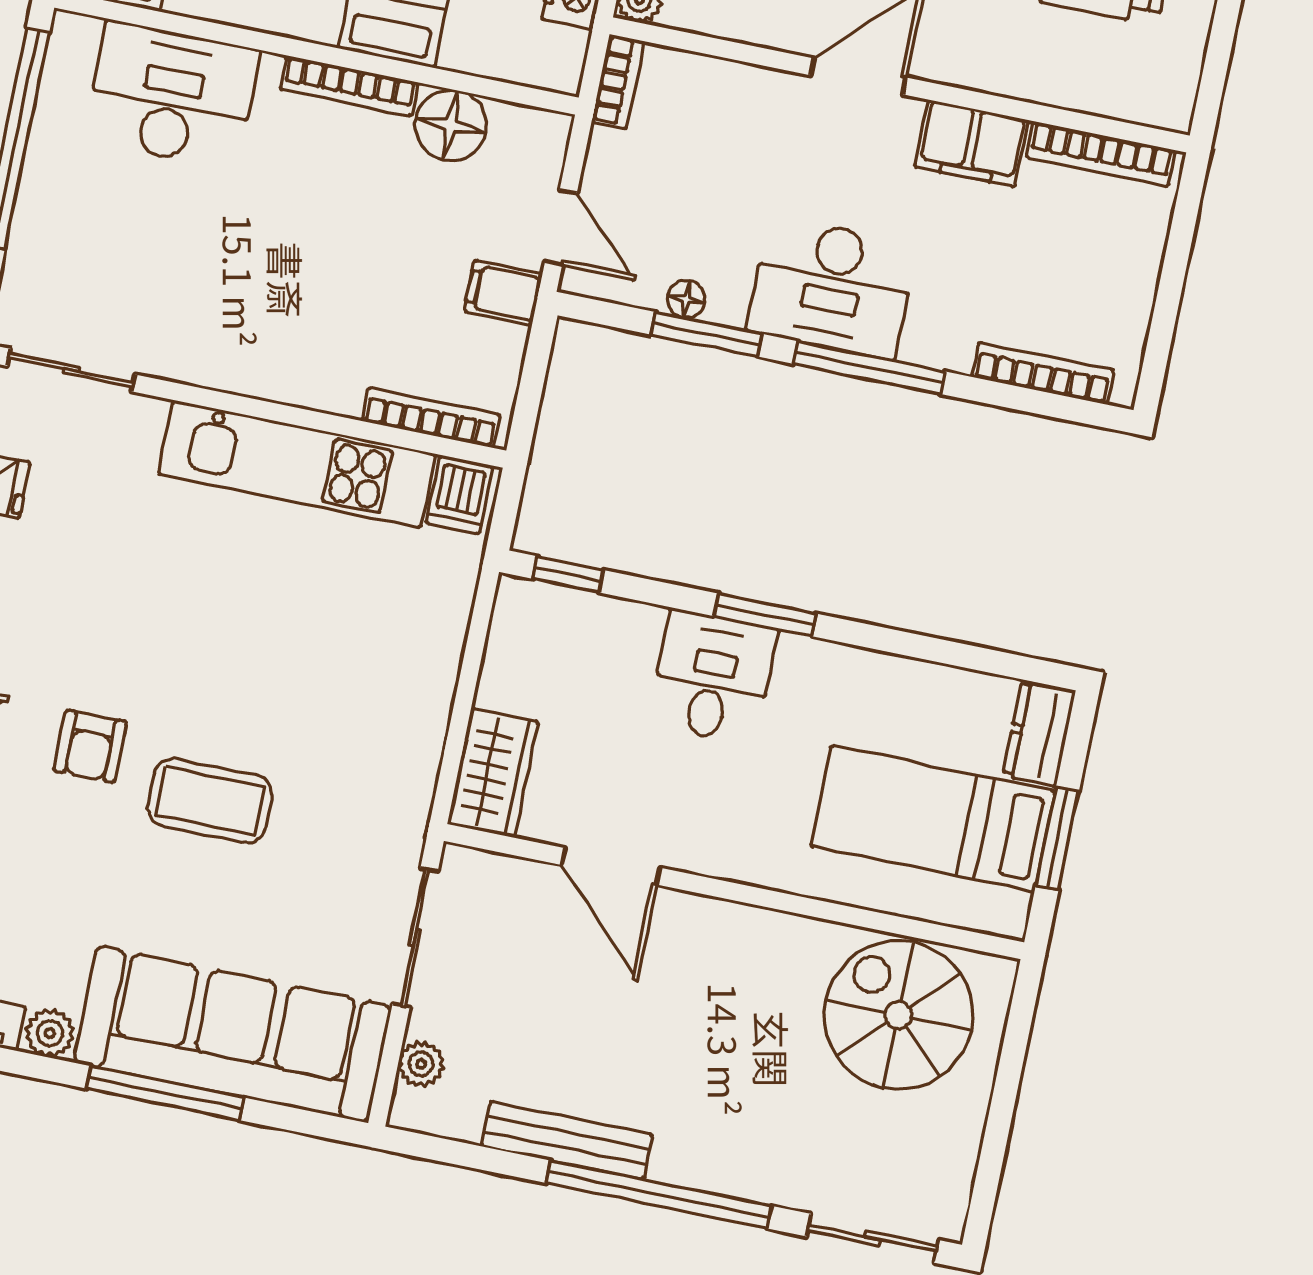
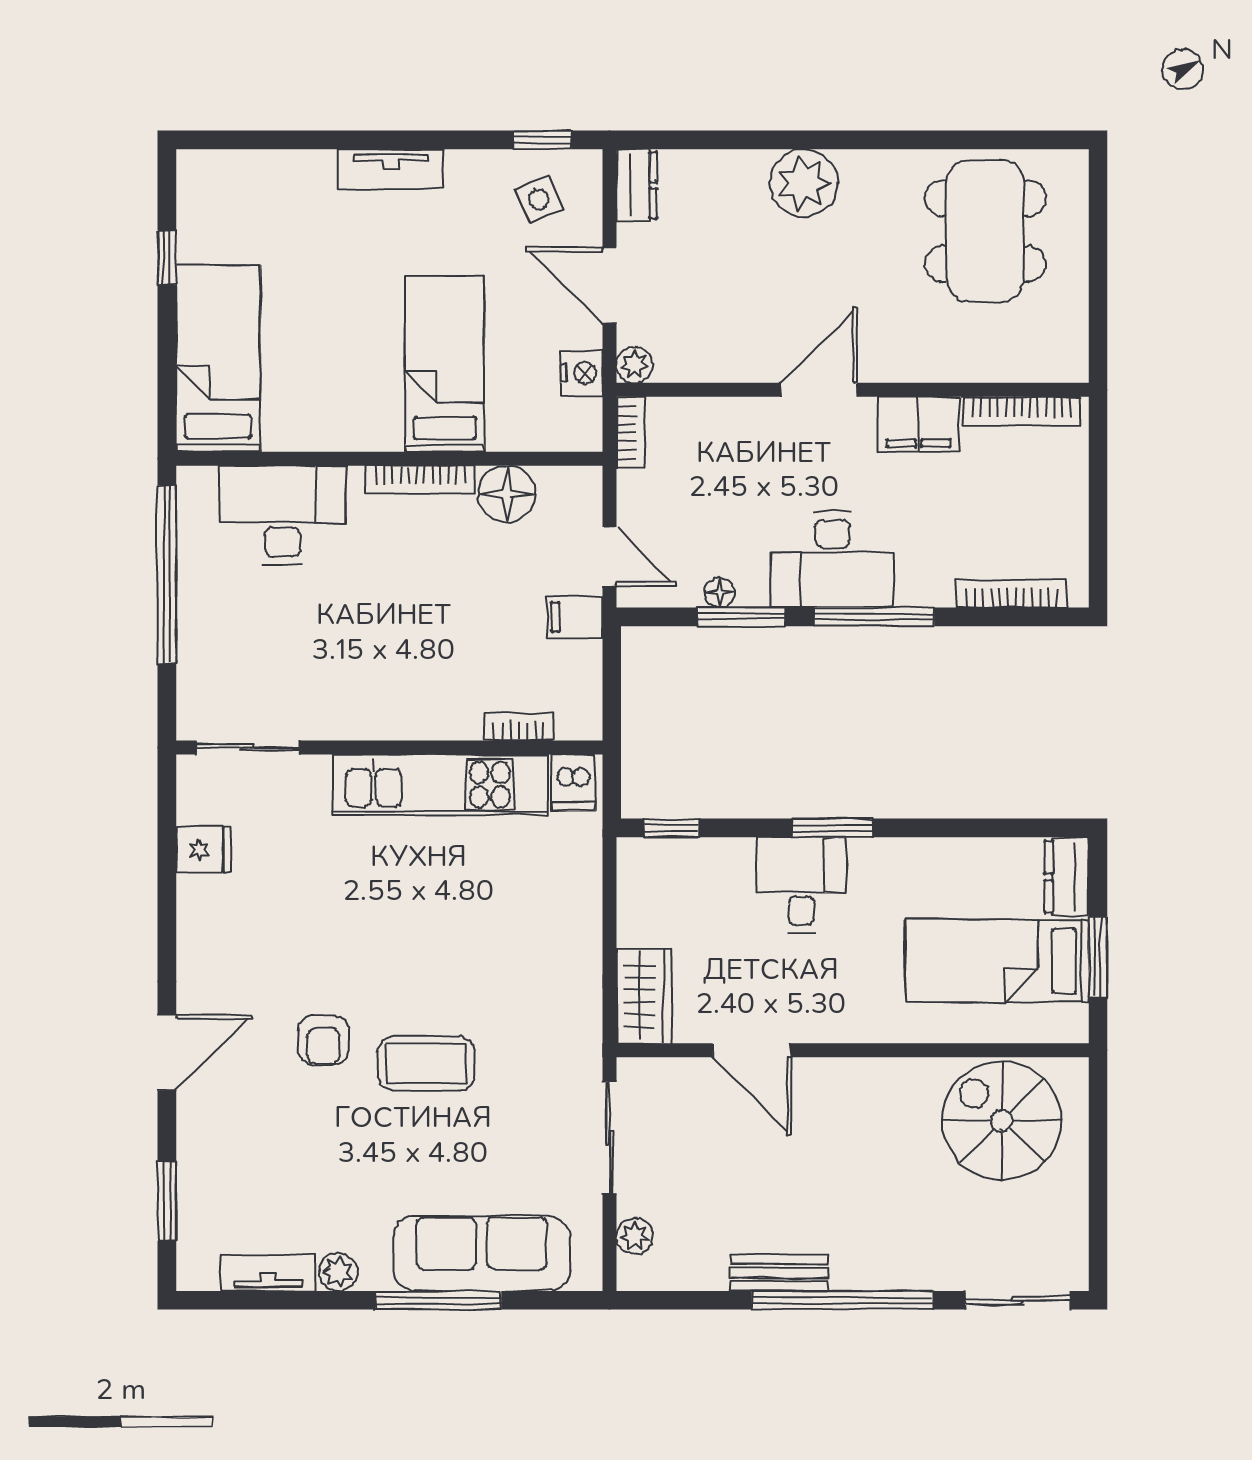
bookcase: (431, 418) -> (519, 727), width x0.64
sofa: (232, 1034) -> (482, 1253), width x0.74, depth x0.79
bench: (567, 1140) -> (779, 1273), width x0.73

